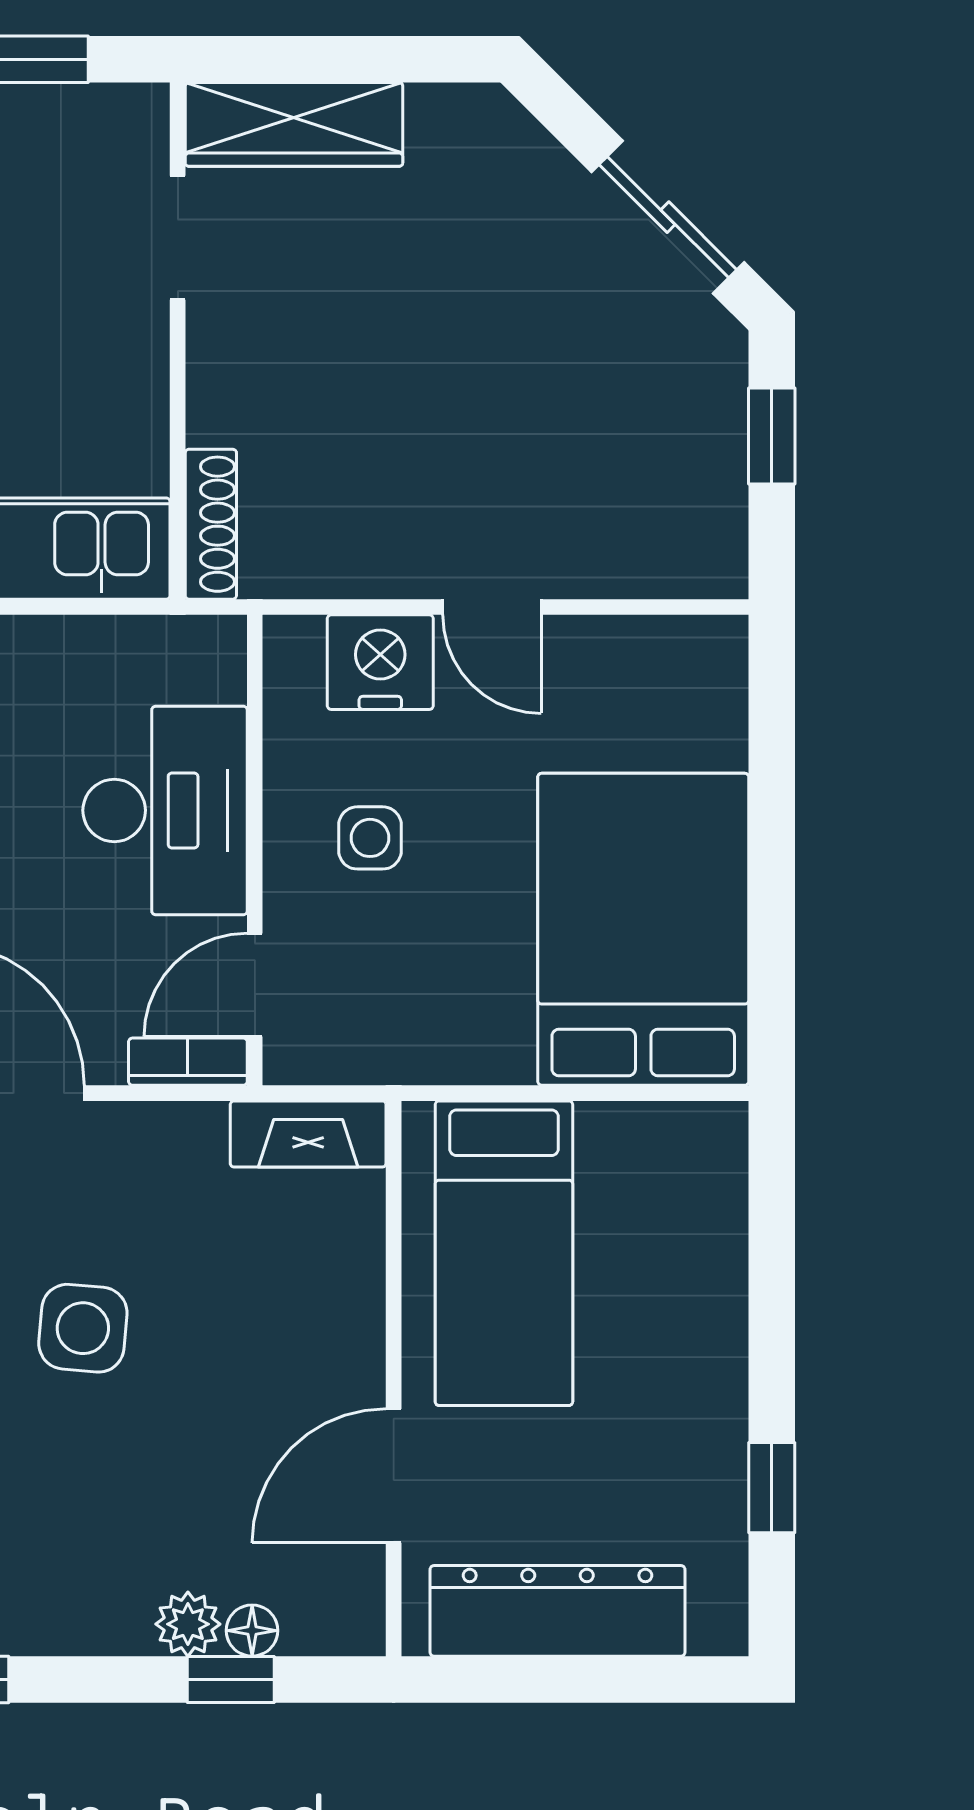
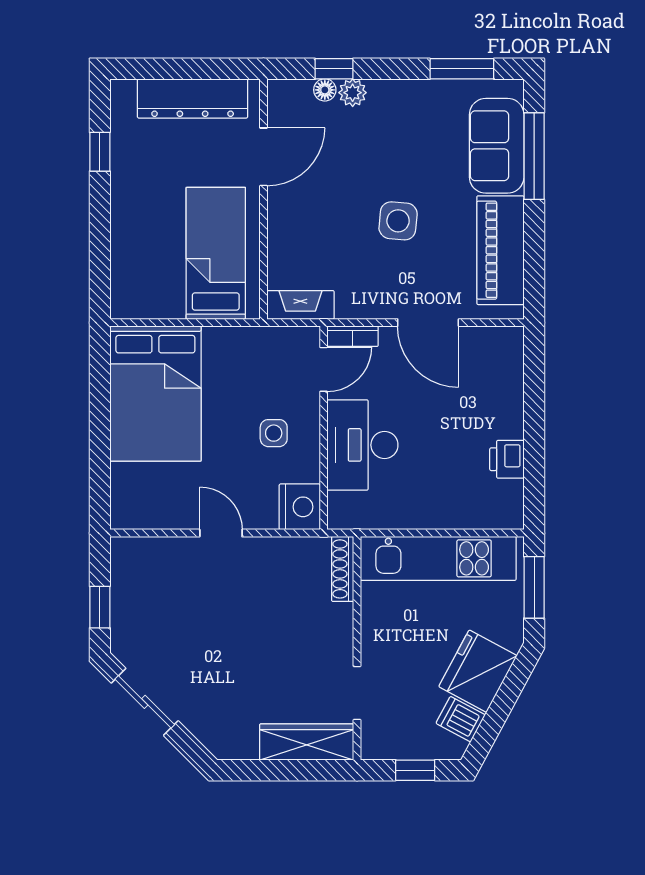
nightstand: (380, 662) -> (300, 507), moved, turned -90

